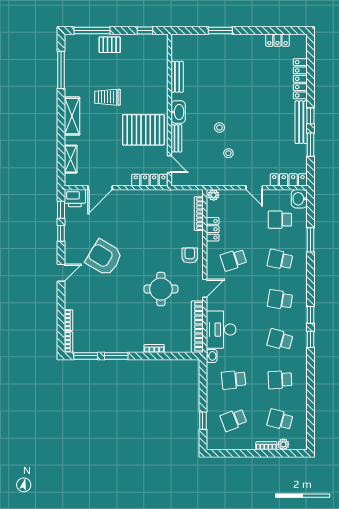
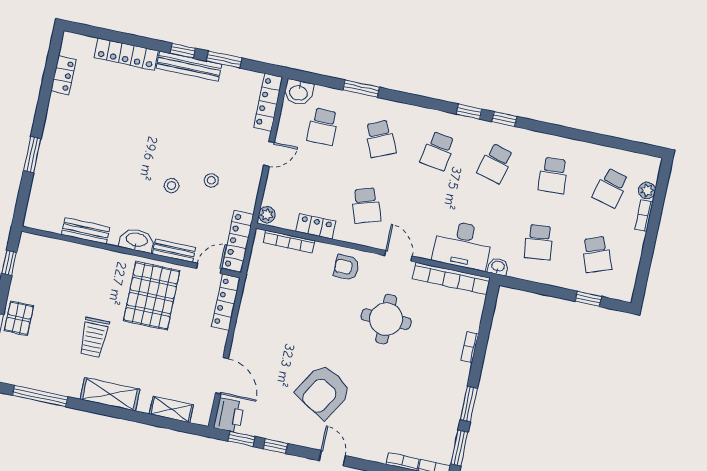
locker: (192, 180) -> (238, 241), added
school desk: (280, 260) -> (380, 139), turned -36

